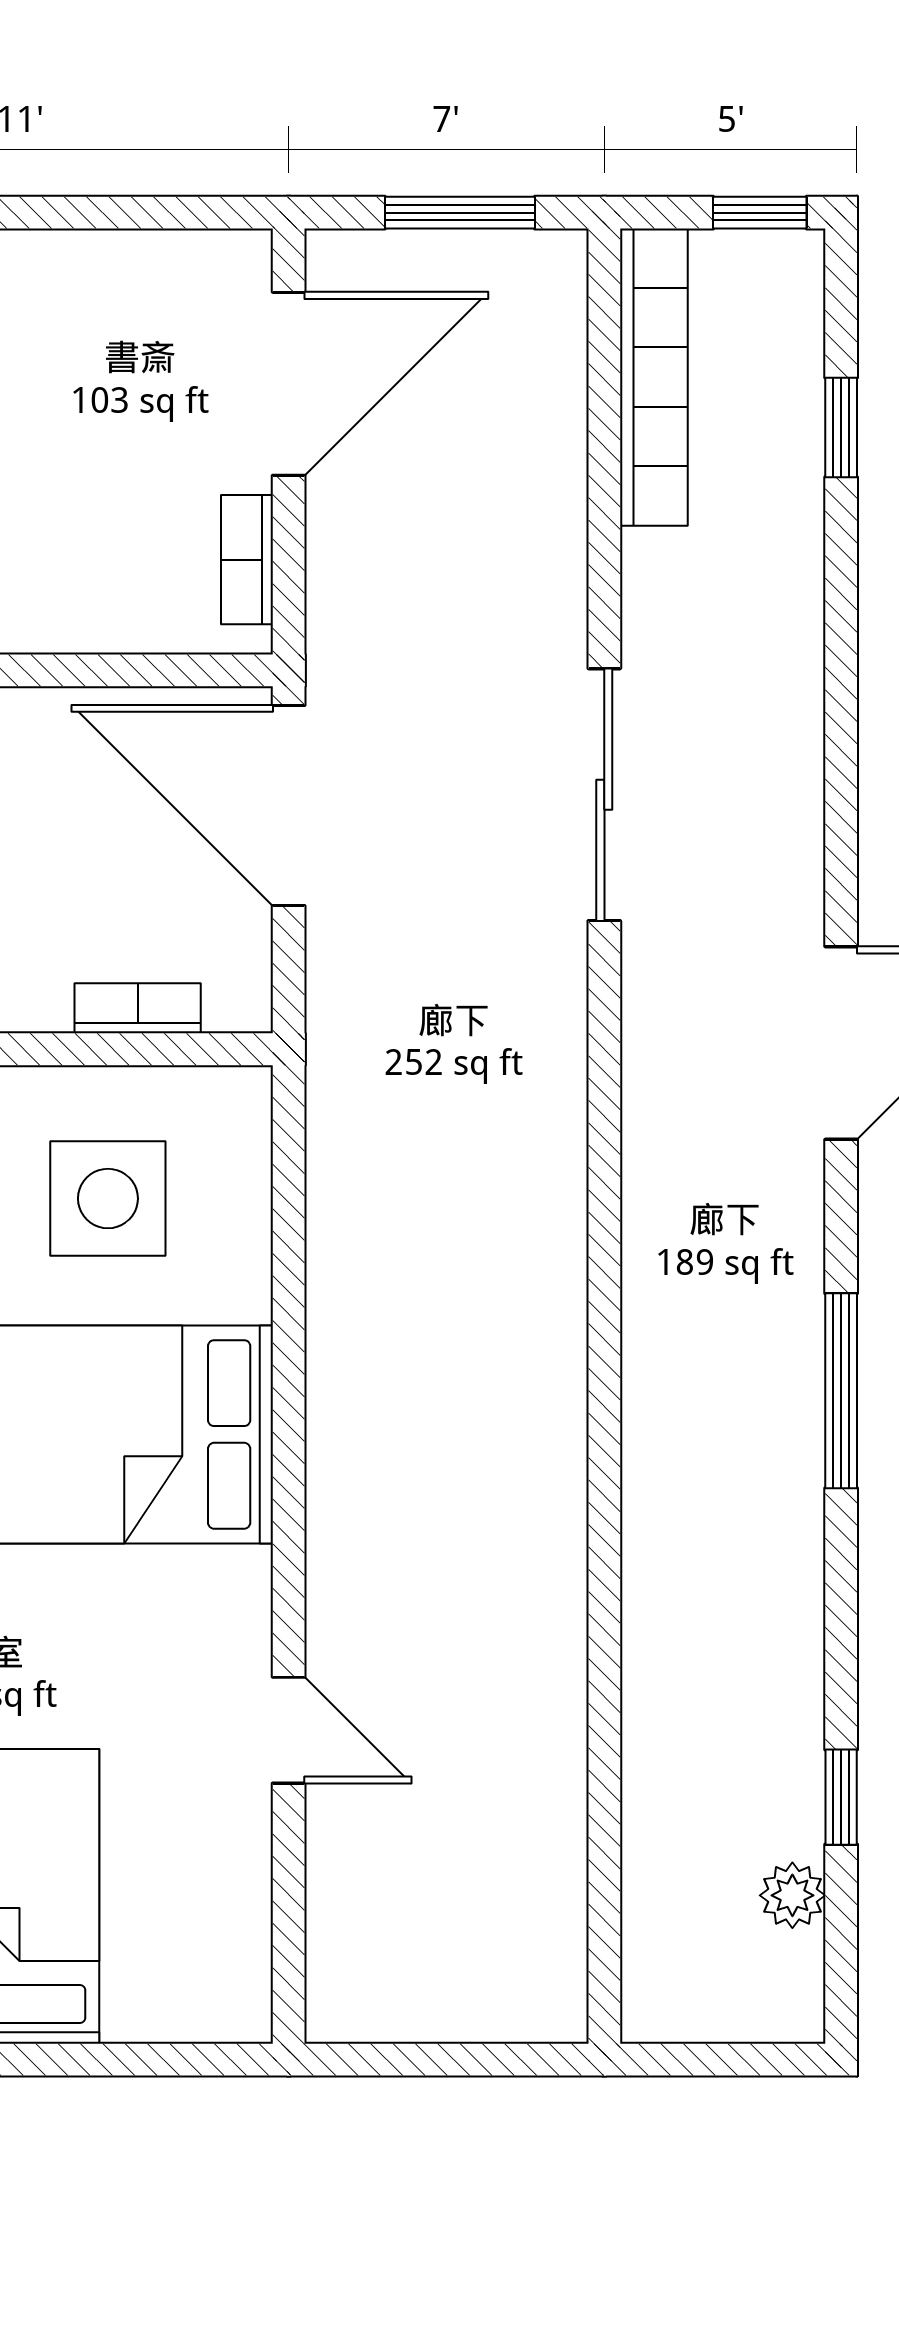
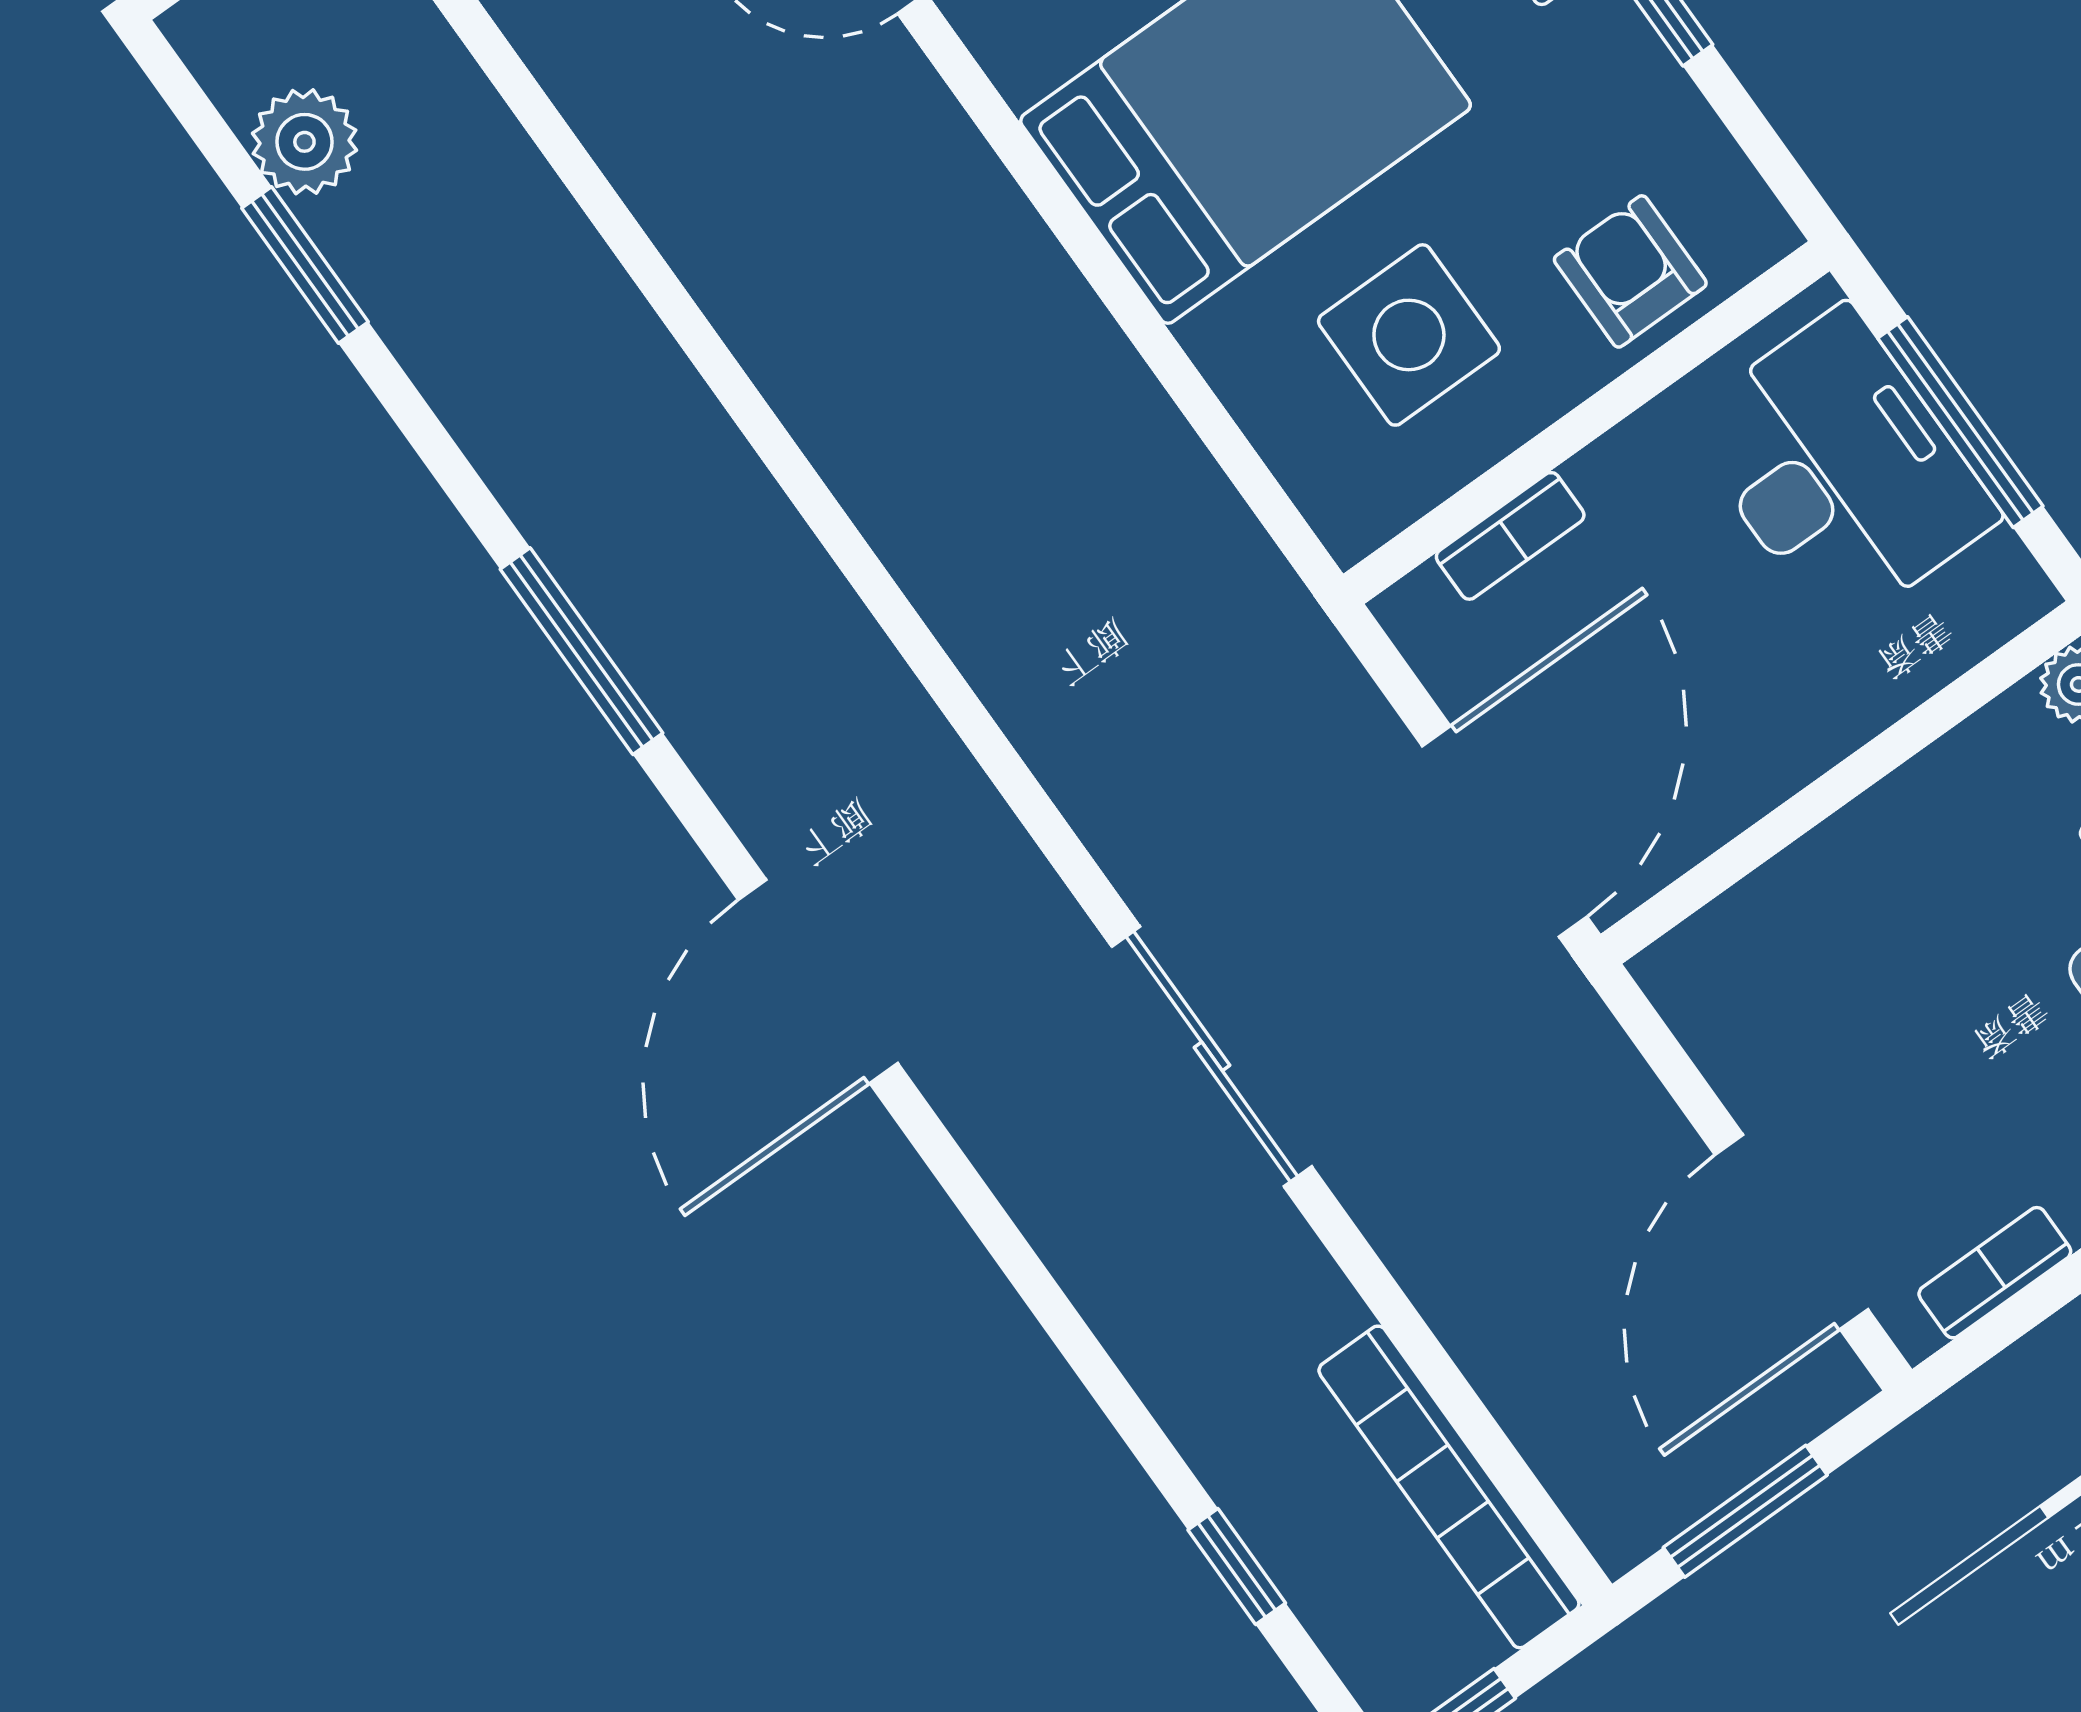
bookcase: (247, 560) -> (1995, 1273), moved, turned -90
door: (289, 805) -> (1505, 831), hinge flipped
window: (841, 1797) -> (305, 265), width x1.50
plant: (792, 1895) -> (304, 142), width x1.38, depth x1.38

